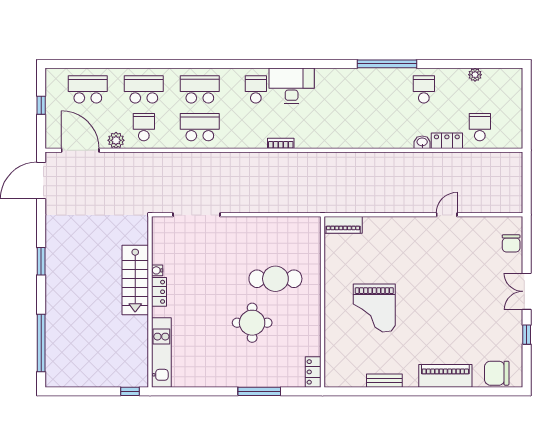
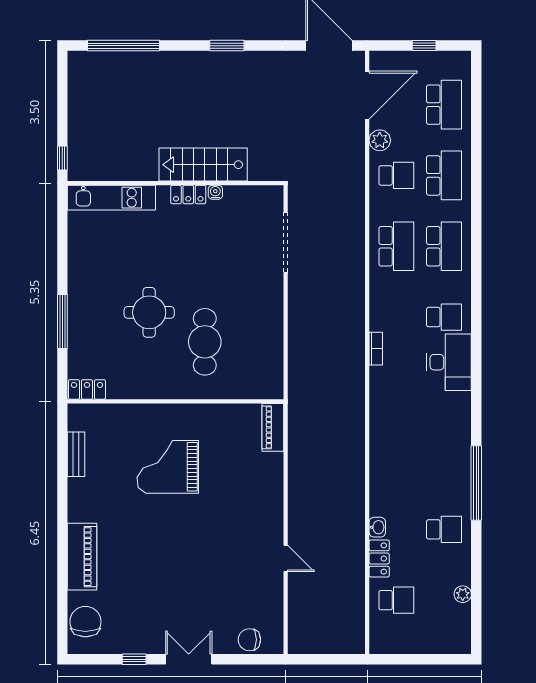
bench: (384, 381) -> (76, 454), moved

